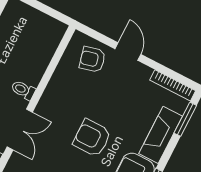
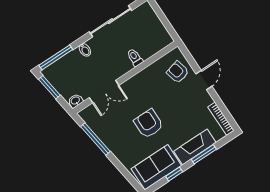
toilet: (23, 90) -> (135, 58), moved
window: (185, 119) -> (204, 154), moved

